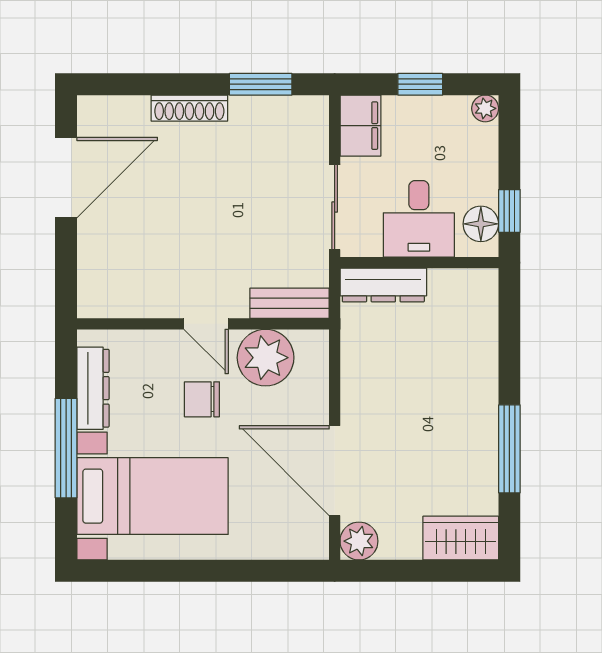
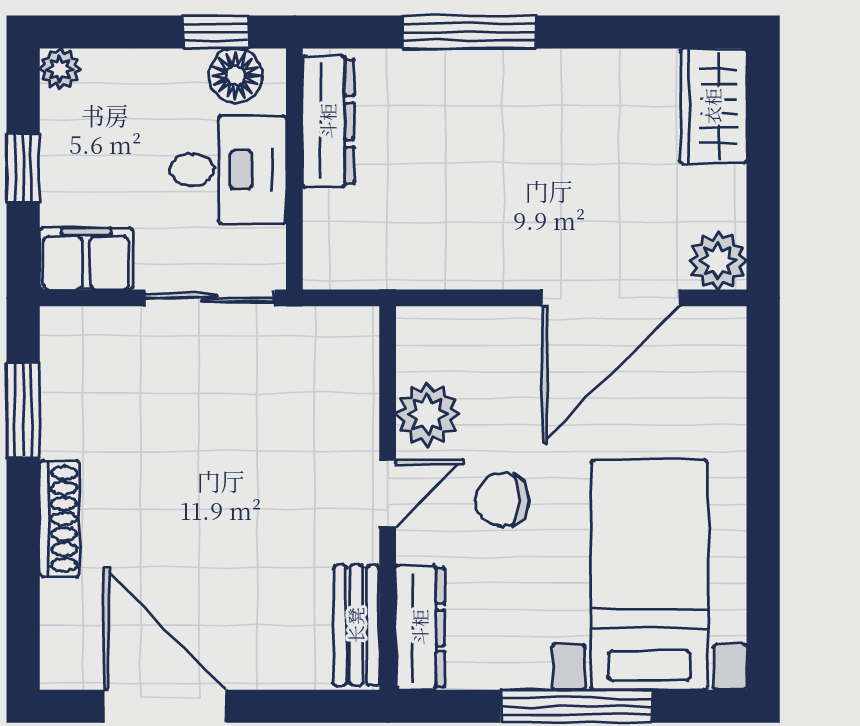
dresser: (383, 285) -> (328, 121), moved
bench: (290, 303) -> (356, 625), moved
plant: (266, 358) -> (427, 414), width x0.73, depth x0.73
dresser: (93, 388) -> (420, 627), moved, turned 90
chair: (202, 399) -> (502, 500), turned 91
window: (509, 449) -> (469, 32), moved

